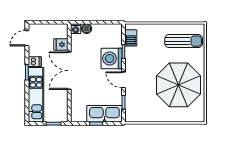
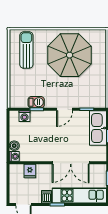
barbecue: (131, 38) -> (36, 102), moved
washing machine: (112, 59) -> (24, 116), moved, width x0.53, depth x0.53
double door: (69, 71) -> (71, 163), moved

